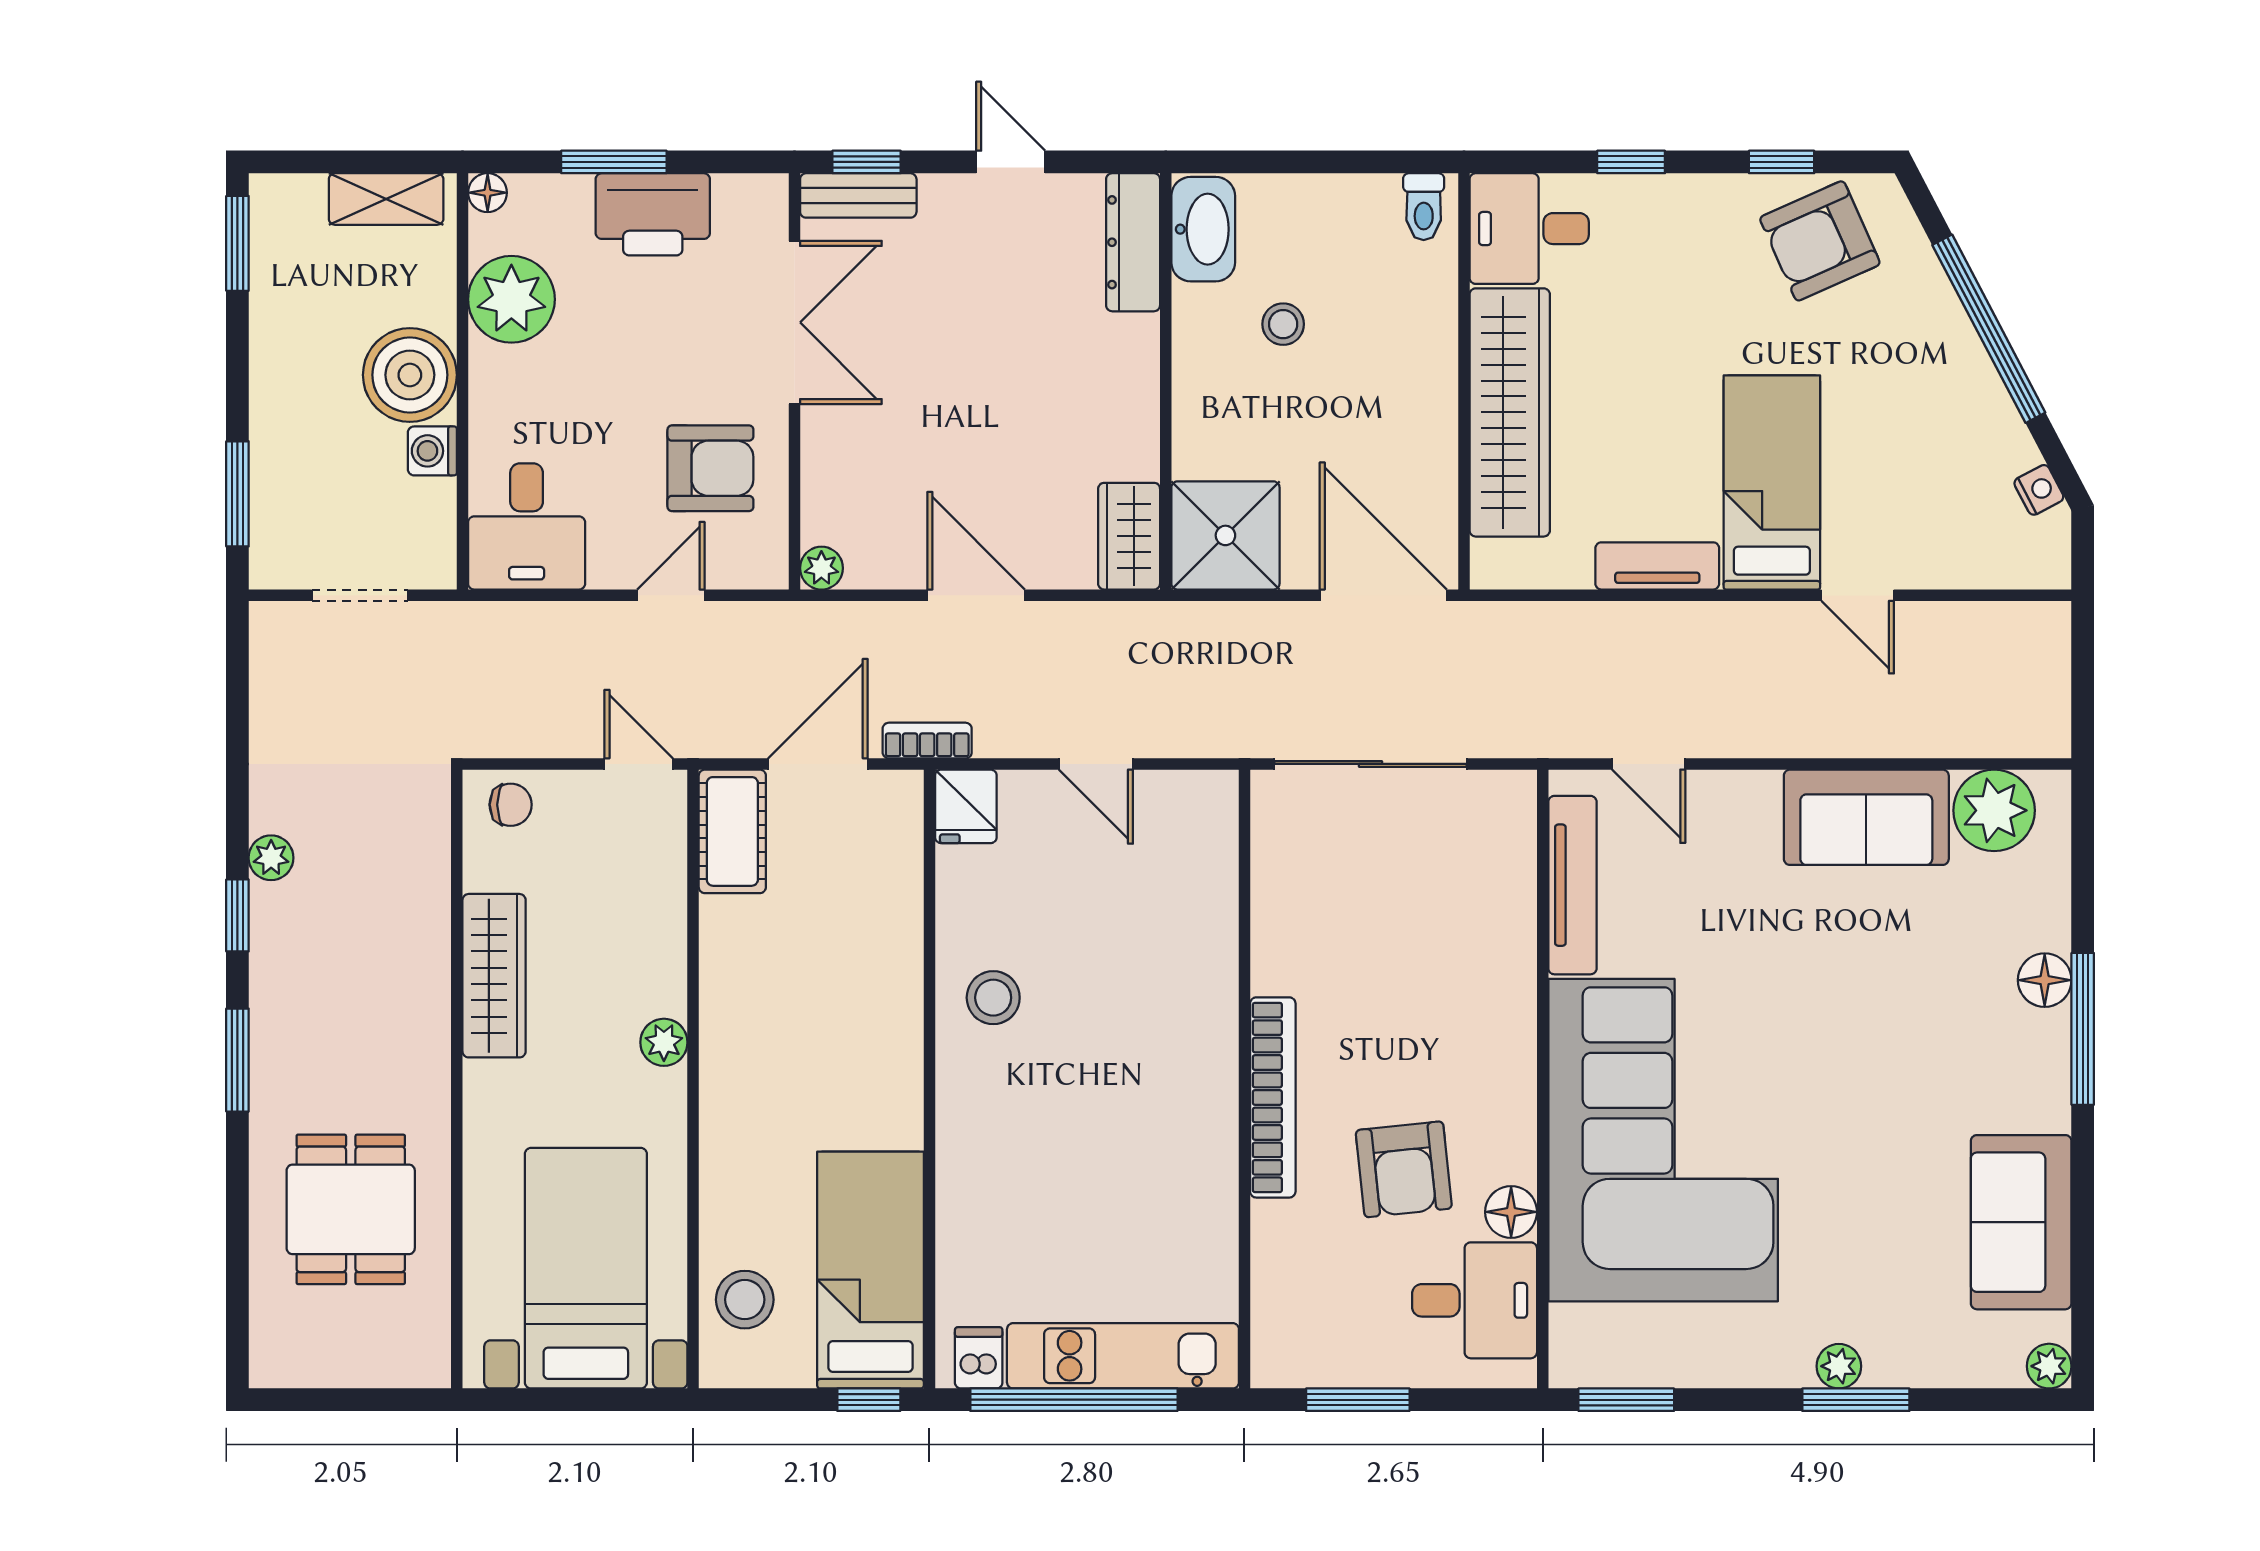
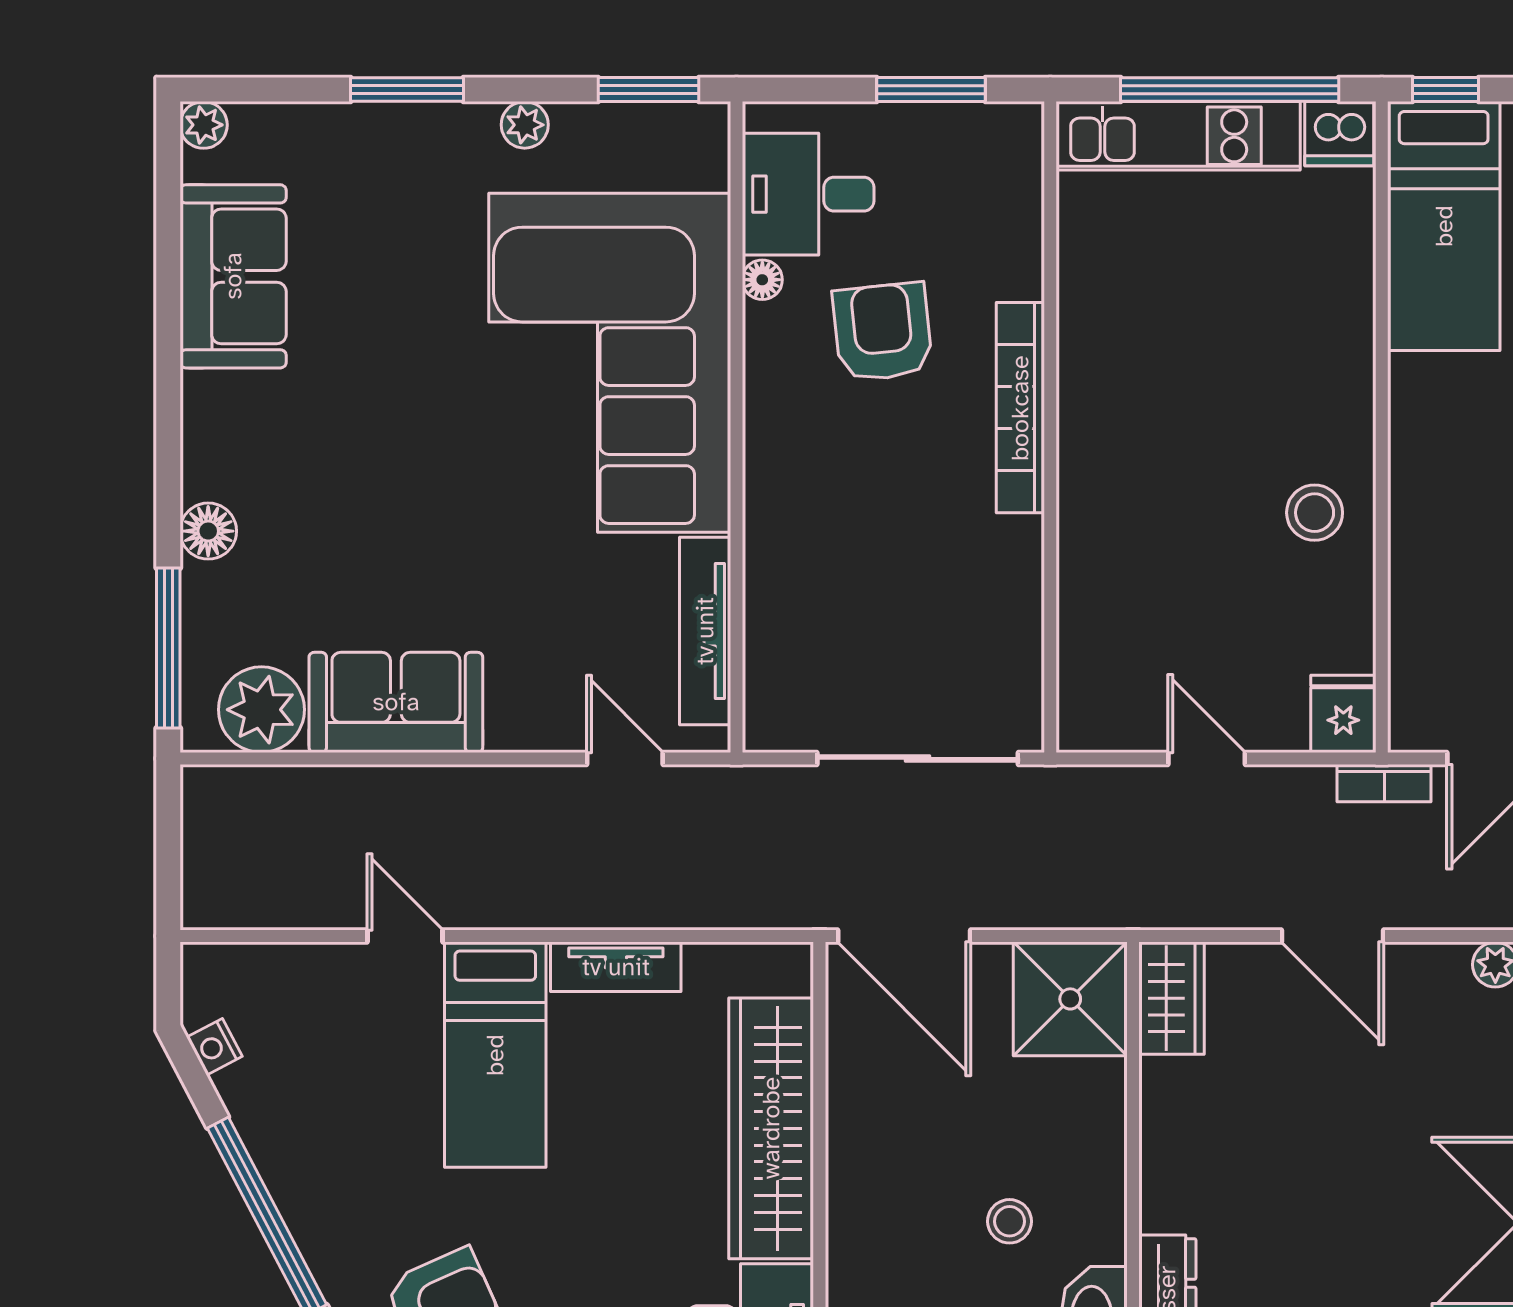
window: (2083, 1029) -> (168, 648), moved
floor lamp: (1511, 1212) -> (762, 280), width x0.73, depth x0.73
dishwasher: (979, 1358) -> (1339, 134), width x1.38
plant: (1839, 1366) -> (525, 125), moved

